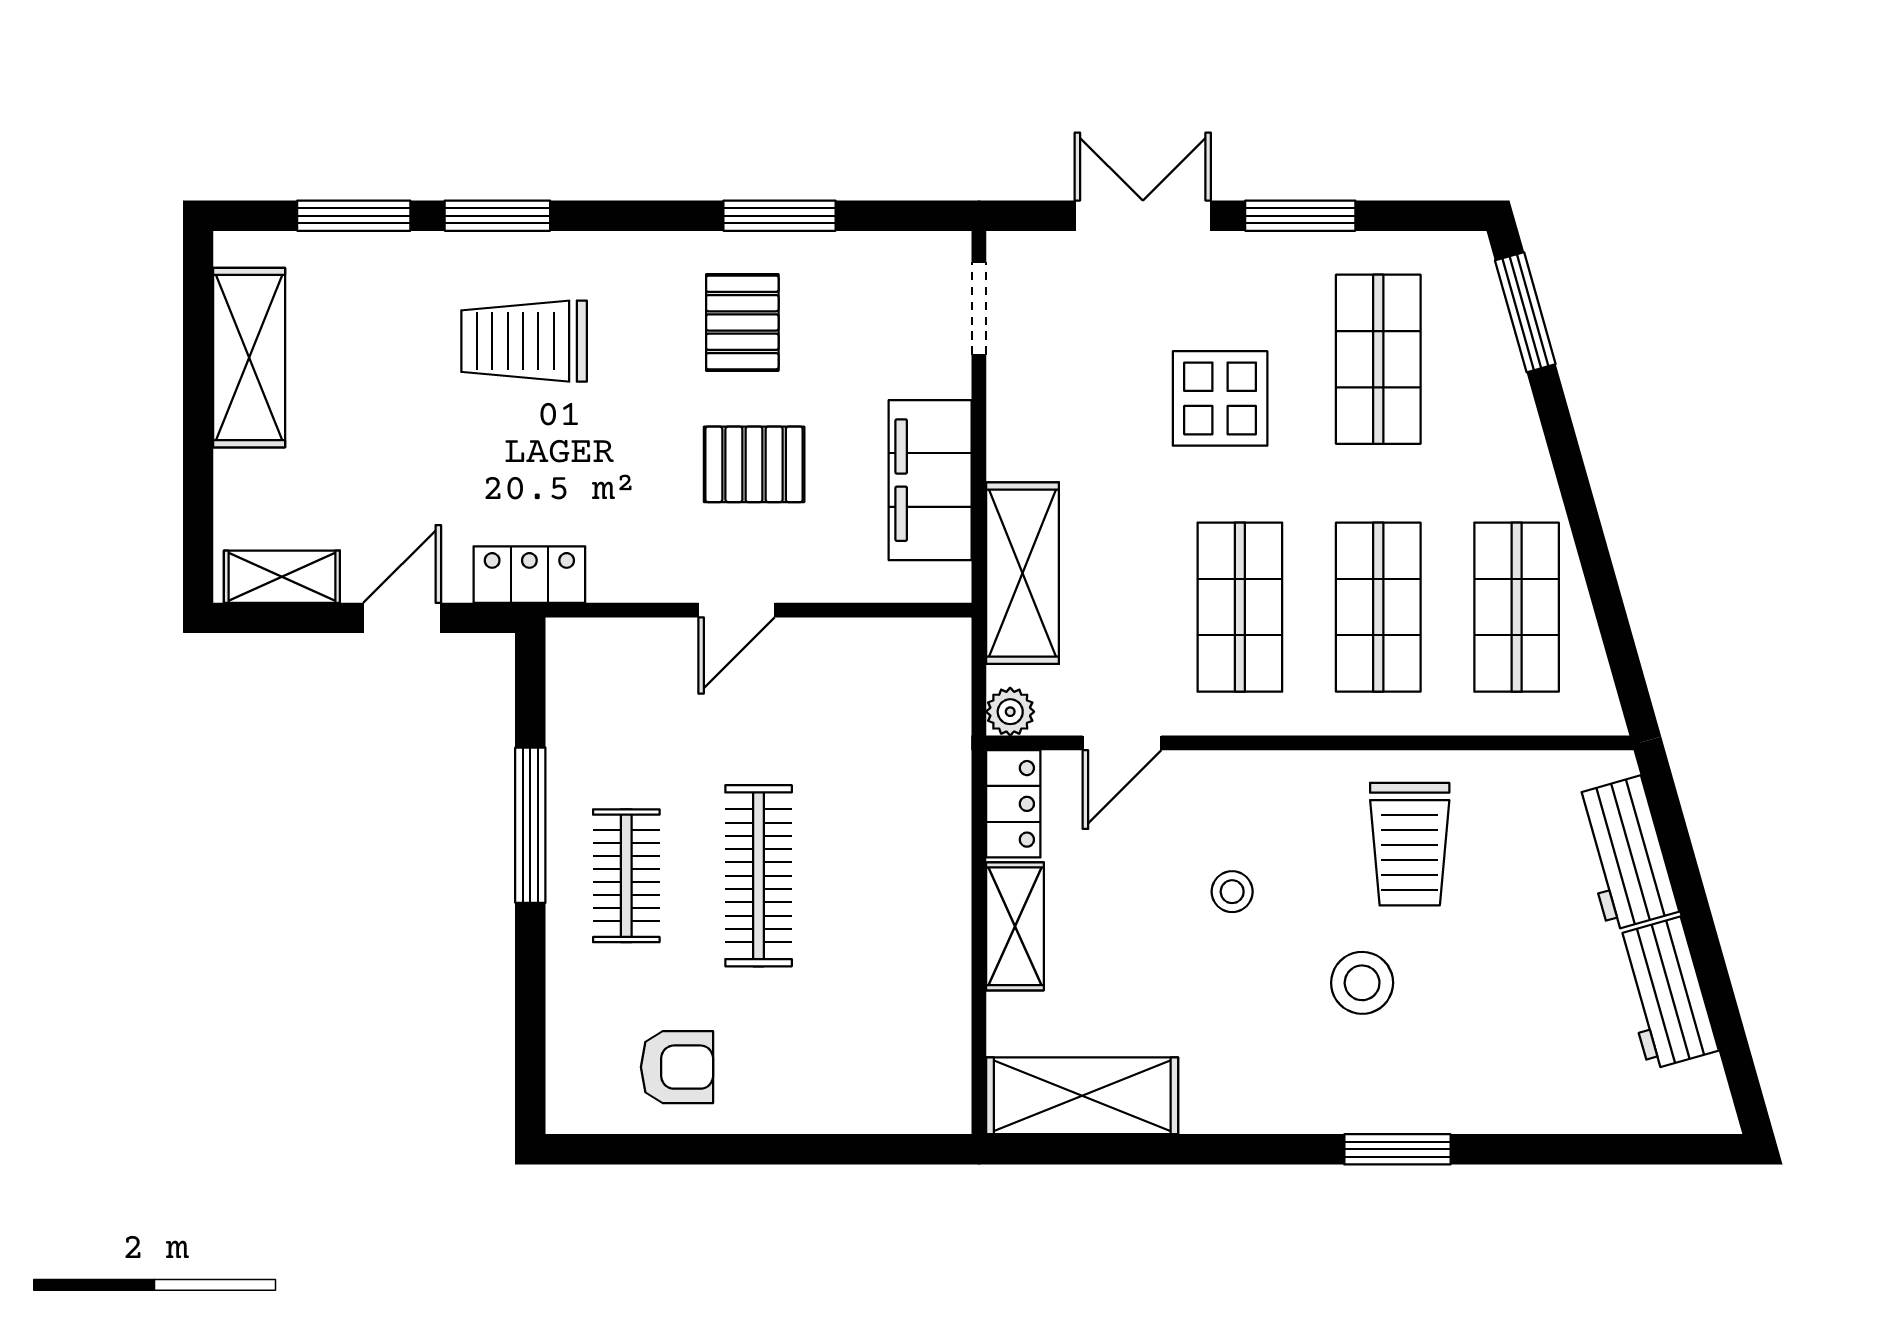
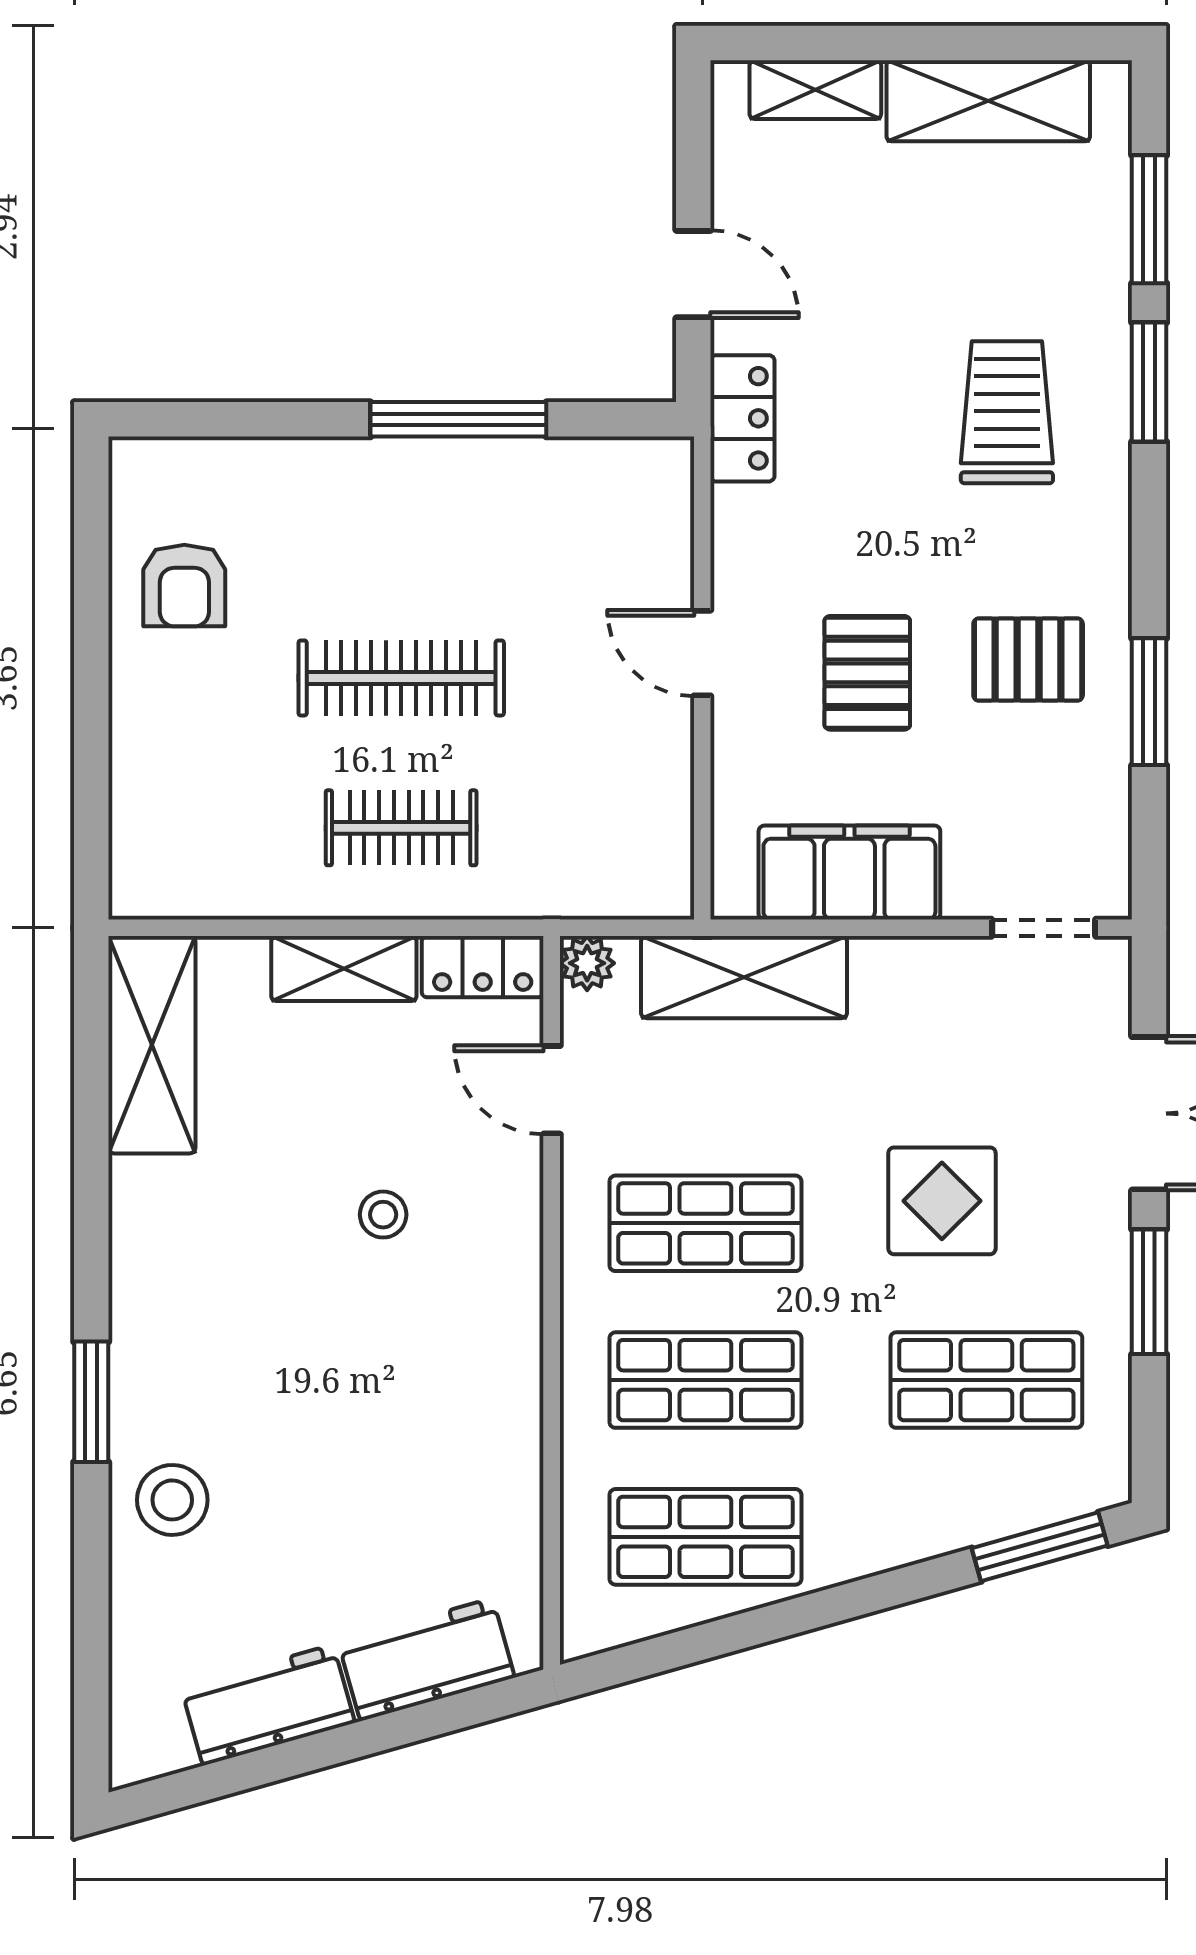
shelving: (282, 577) -> (815, 90), moved, turned 90
trolley: (1410, 844) -> (437, 1416), removed
clothes rail: (626, 876) -> (401, 828), moved
stool: (1362, 983) -> (172, 1500), moved

